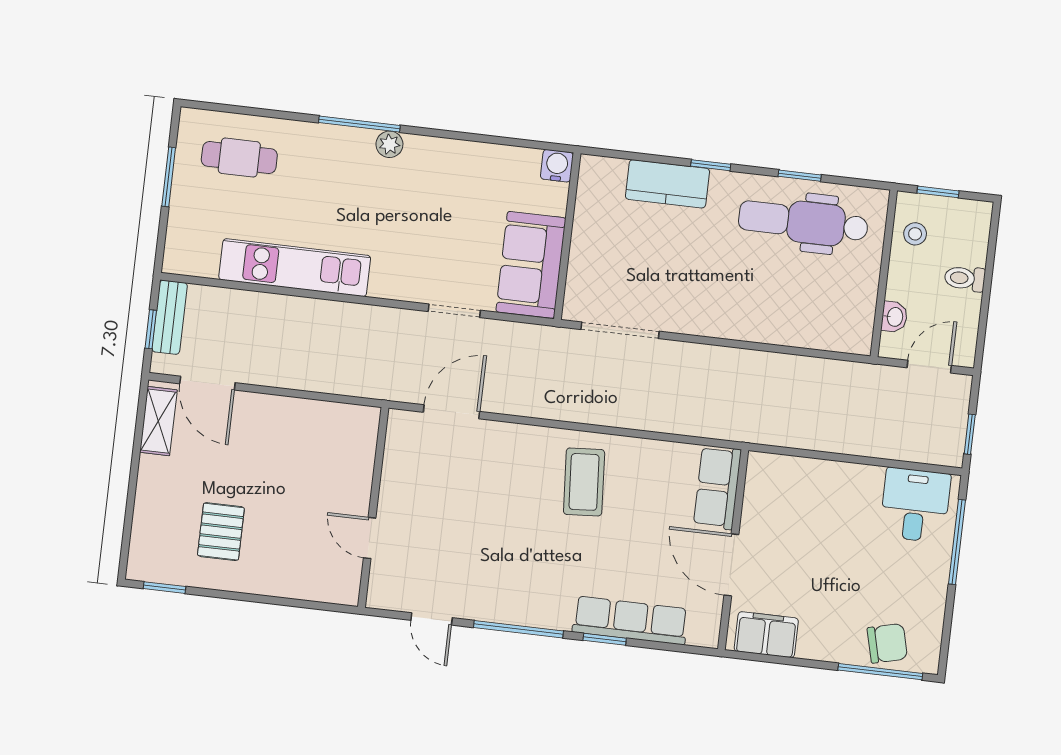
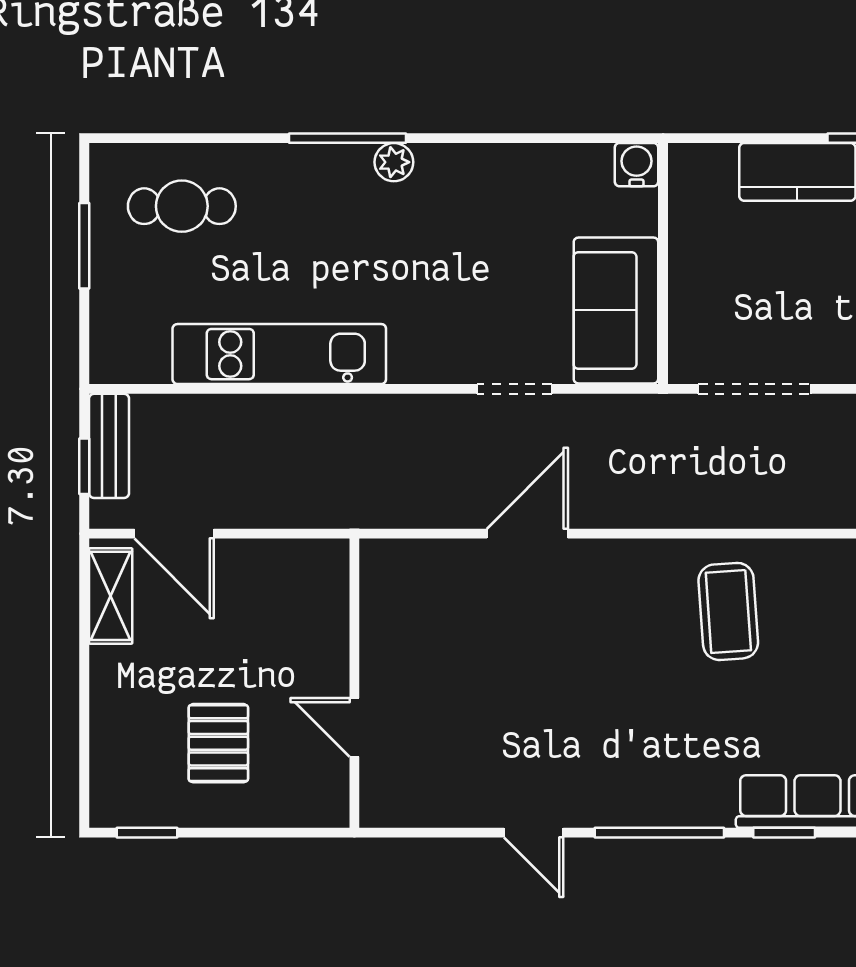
wall: (373, 507) -> (354, 683), moved
door: (370, 538) -> (354, 727), moved

